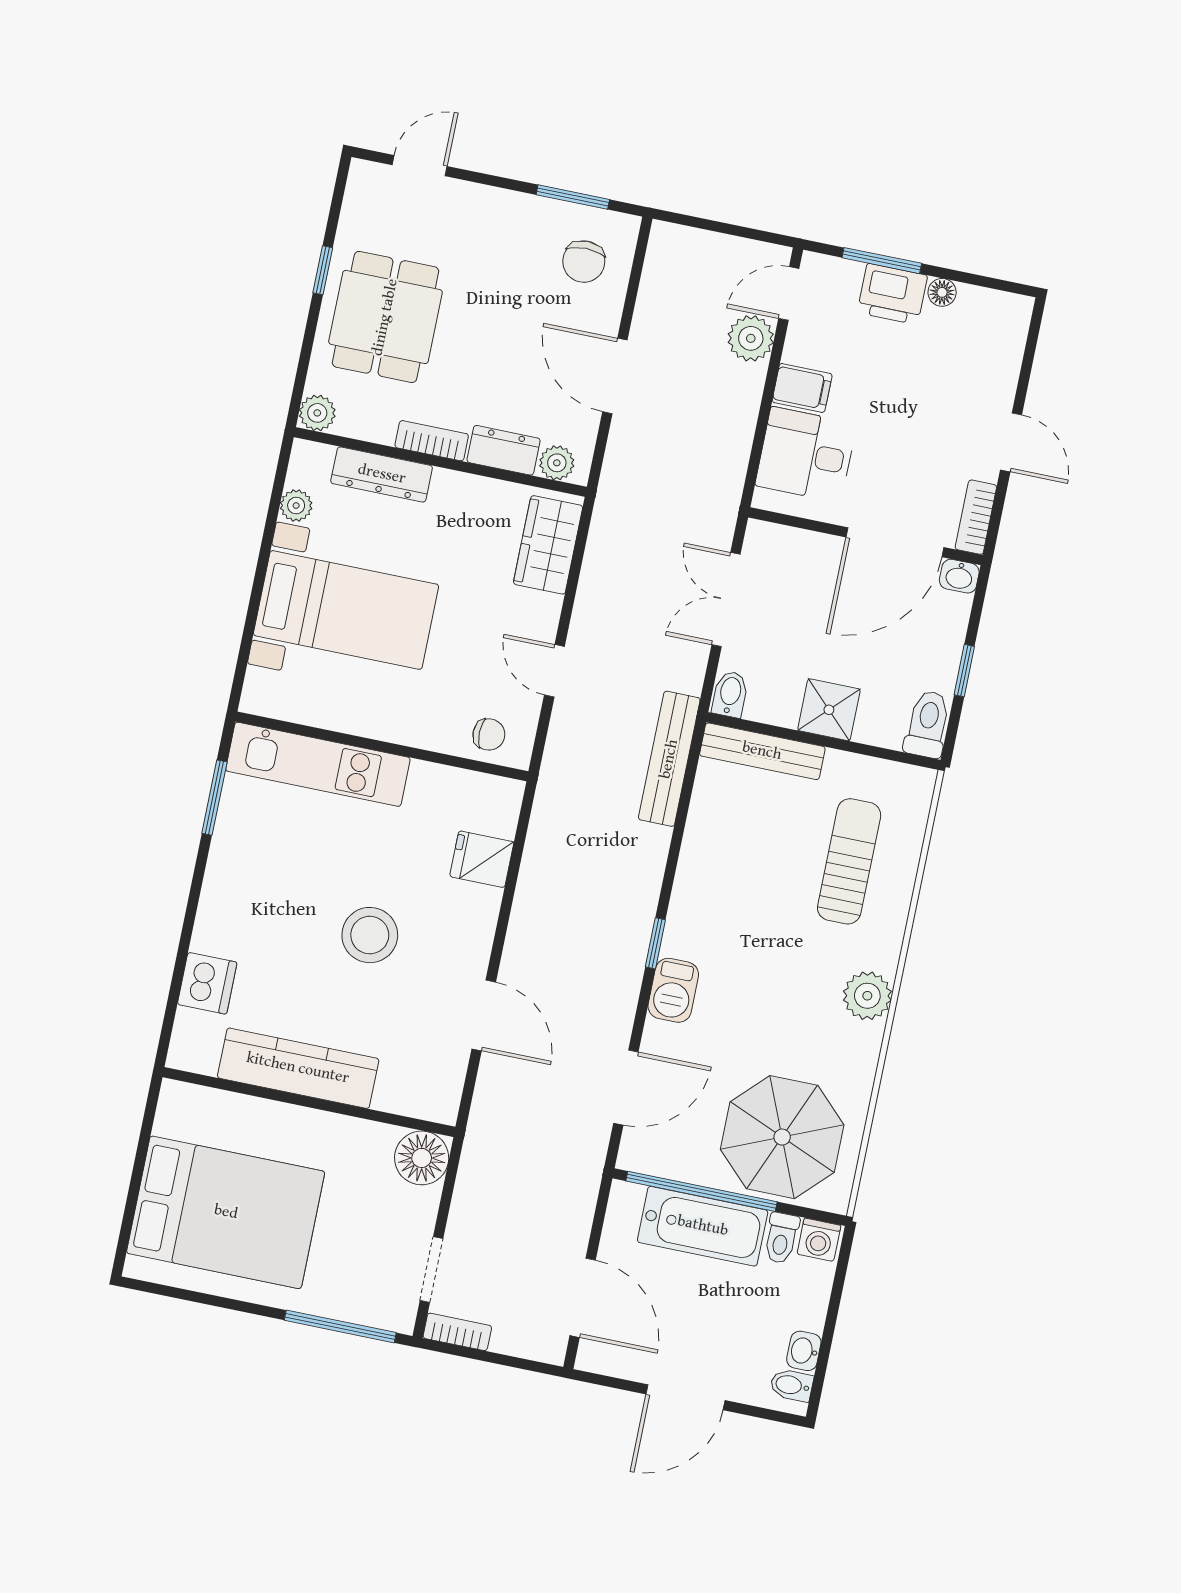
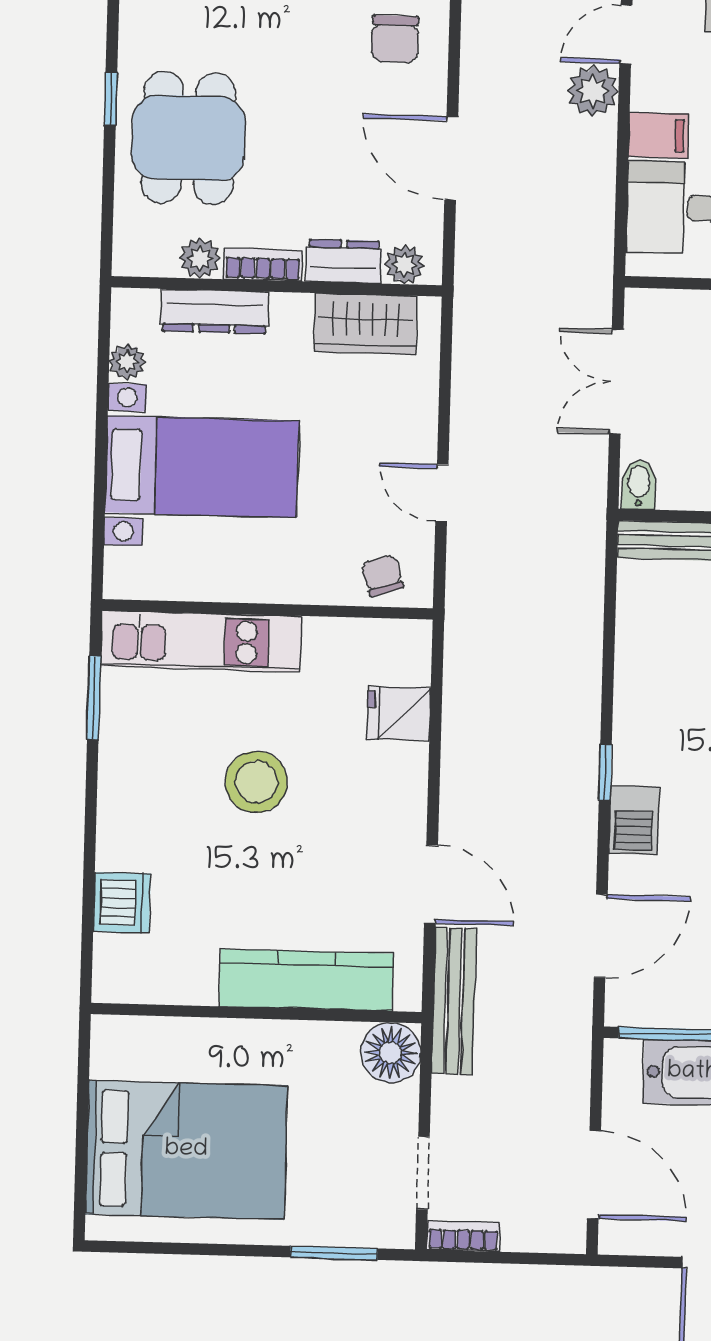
plant: (317, 413) -> (200, 258), moved
wardrobe: (548, 545) -> (366, 324), moved, turned -90
chair: (489, 734) -> (382, 576), turned -107
bench: (669, 759) -> (454, 1001), moved
stool: (370, 935) -> (256, 782), moved
kitchen counter: (298, 1068) -> (306, 980), moved
window: (340, 1326) -> (334, 1253), width x0.69

